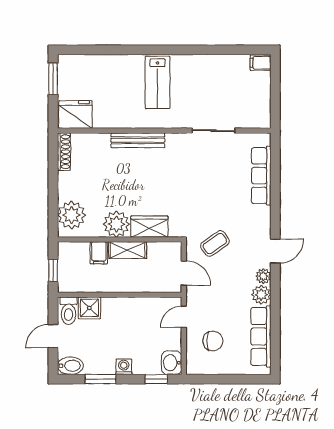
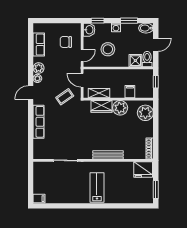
row of seats: (261, 176) -> (39, 122), moved
shelving: (128, 250) -> (99, 93), moved
stool: (138, 328) -> (108, 49), added
row of seats: (261, 336) -> (39, 45), width x0.68

